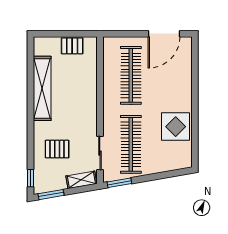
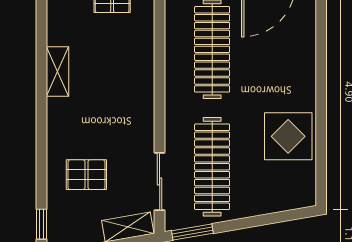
shelving: (42, 88) -> (57, 71), width x0.45, depth x0.75

